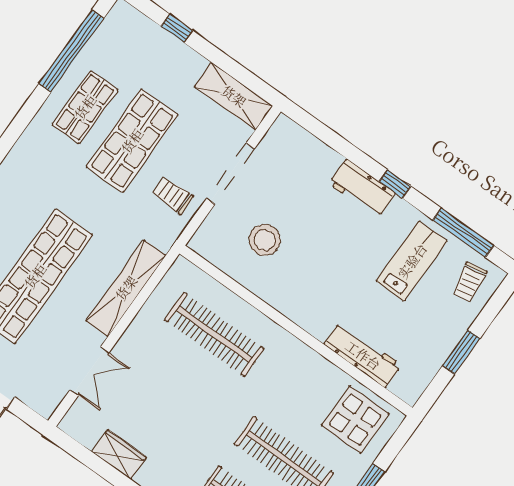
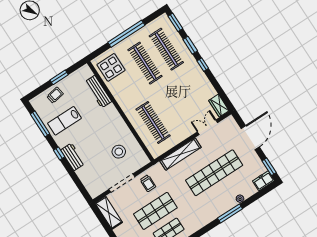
trolley: (470, 282) -> (55, 95), moved
wardrobe: (119, 455) -> (219, 106), moved

